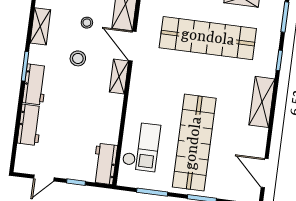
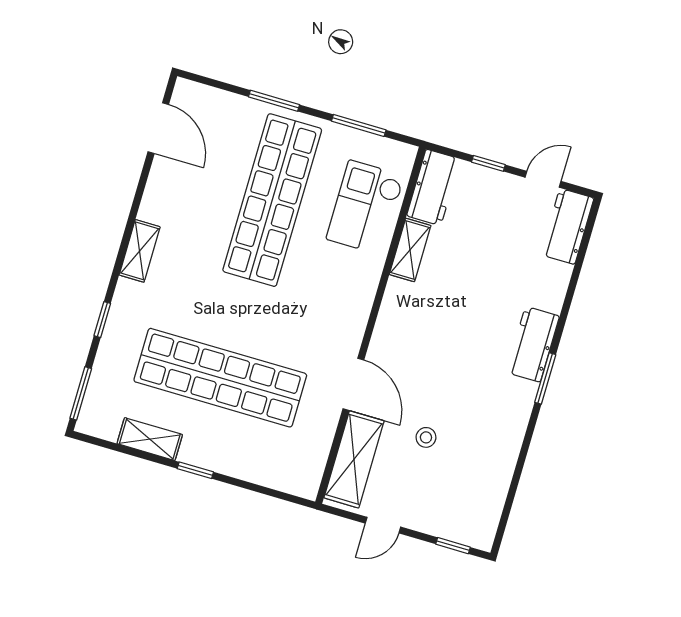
shelving: (40, 26) -> (508, 444), removed
stool: (78, 58) -> (451, 378), removed
shelving: (119, 76) -> (410, 250), moved
shelving: (262, 102) -> (140, 251), width x0.67, depth x0.75
workbench: (30, 125) -> (567, 226), moved

